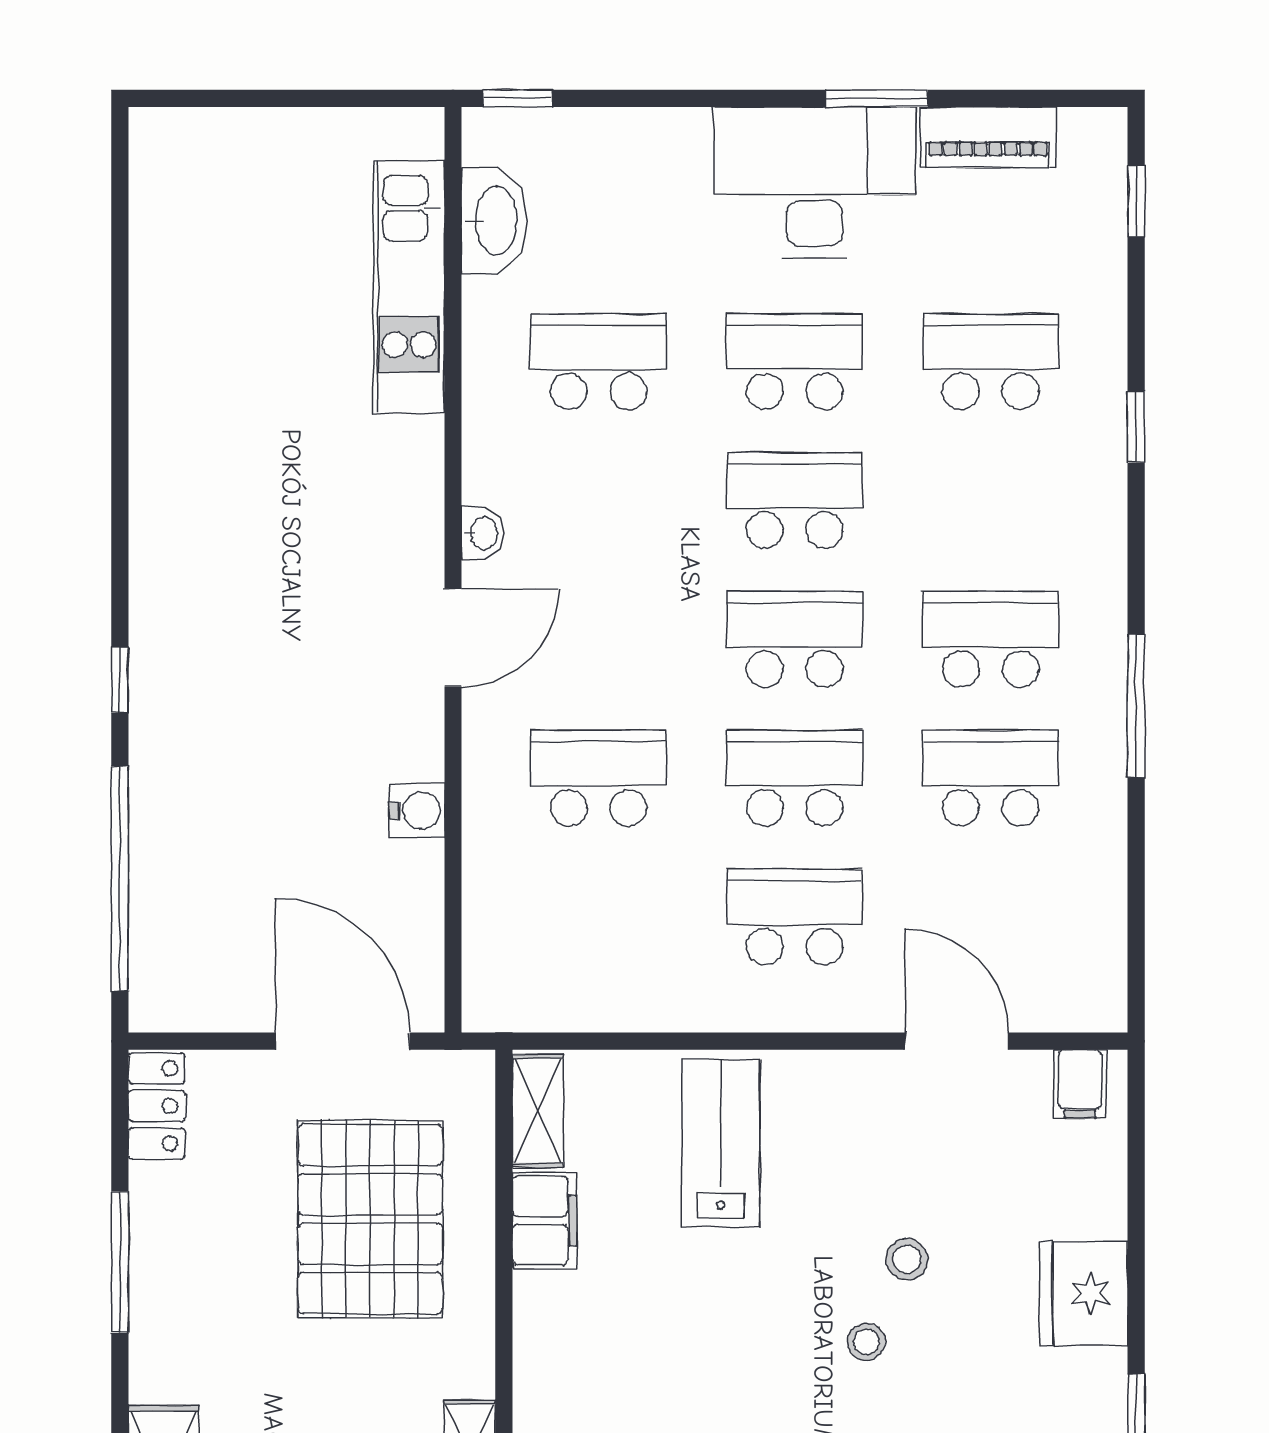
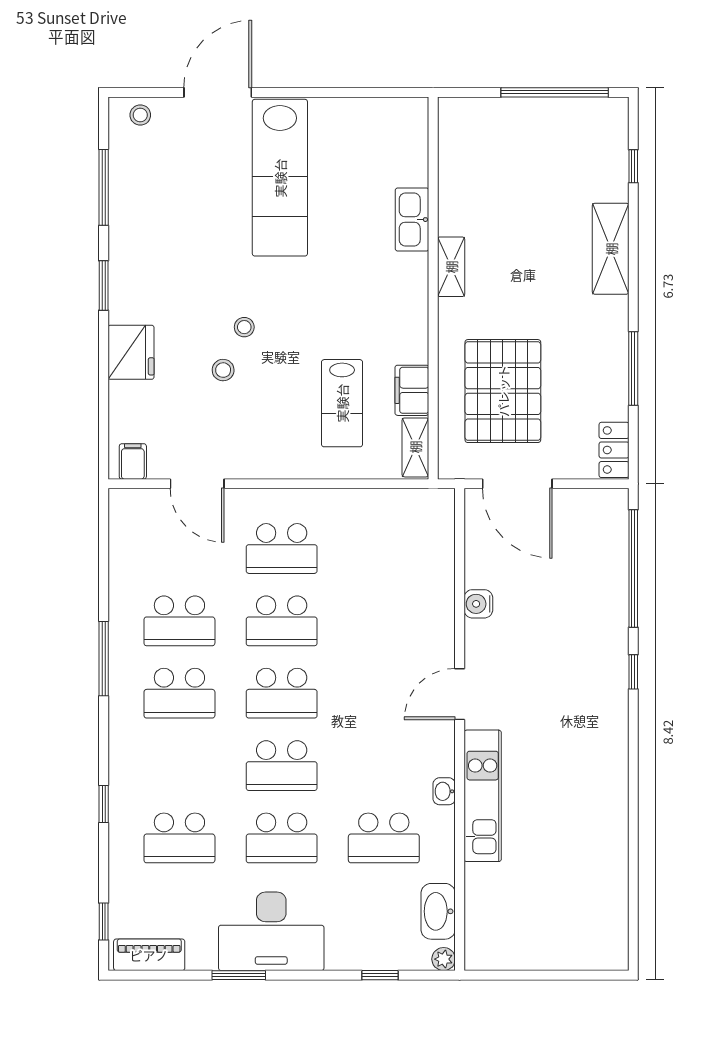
window: (518, 98) -> (380, 975), moved
plant: (484, 129) -> (444, 959), added
piano: (988, 137) -> (149, 955), moved
kitchen unit: (409, 286) -> (483, 796), moved
washbasin: (483, 533) -> (444, 791), moved
school desk: (599, 778) -> (384, 621), removed
lab bench: (721, 1143) -> (342, 403), moved

